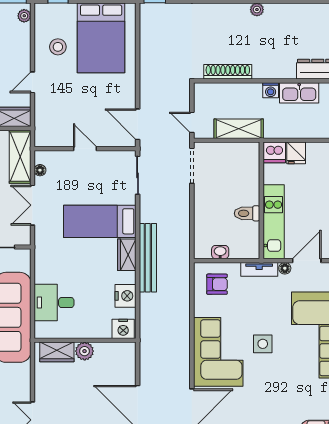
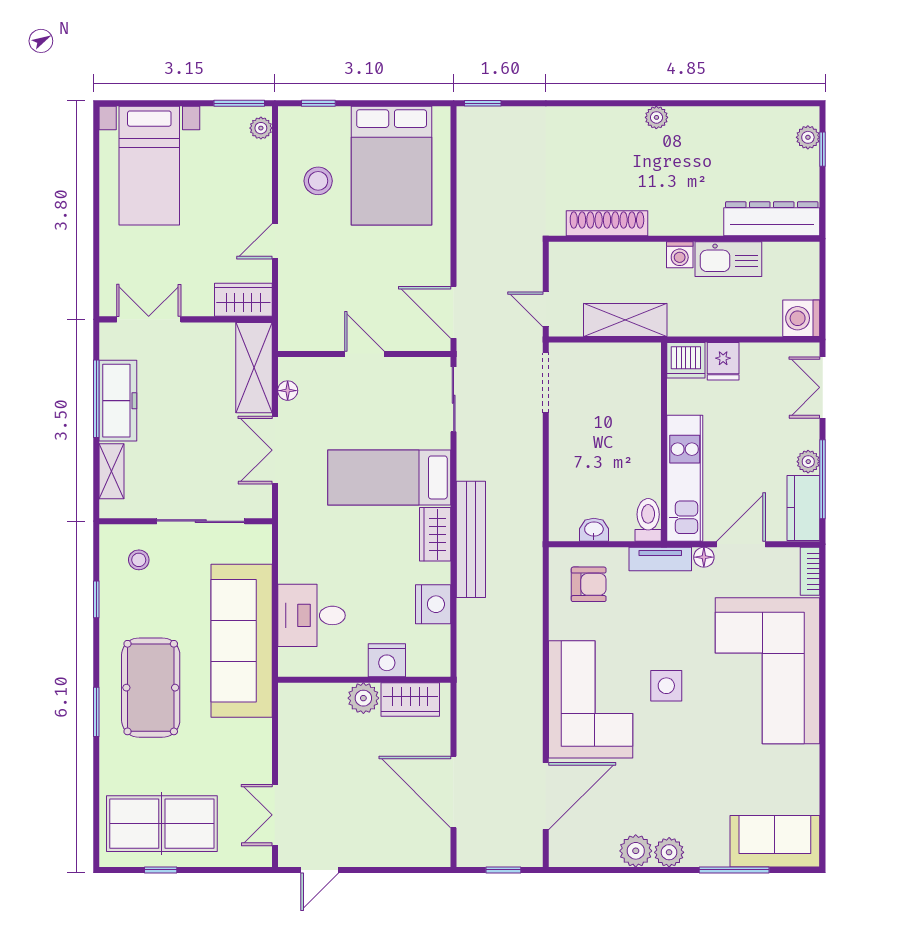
toilet: (247, 213) -> (648, 520), moved, turned 90
nightstand: (123, 329) -> (387, 660), moved
wardrobe: (57, 352) -> (410, 699), moved

